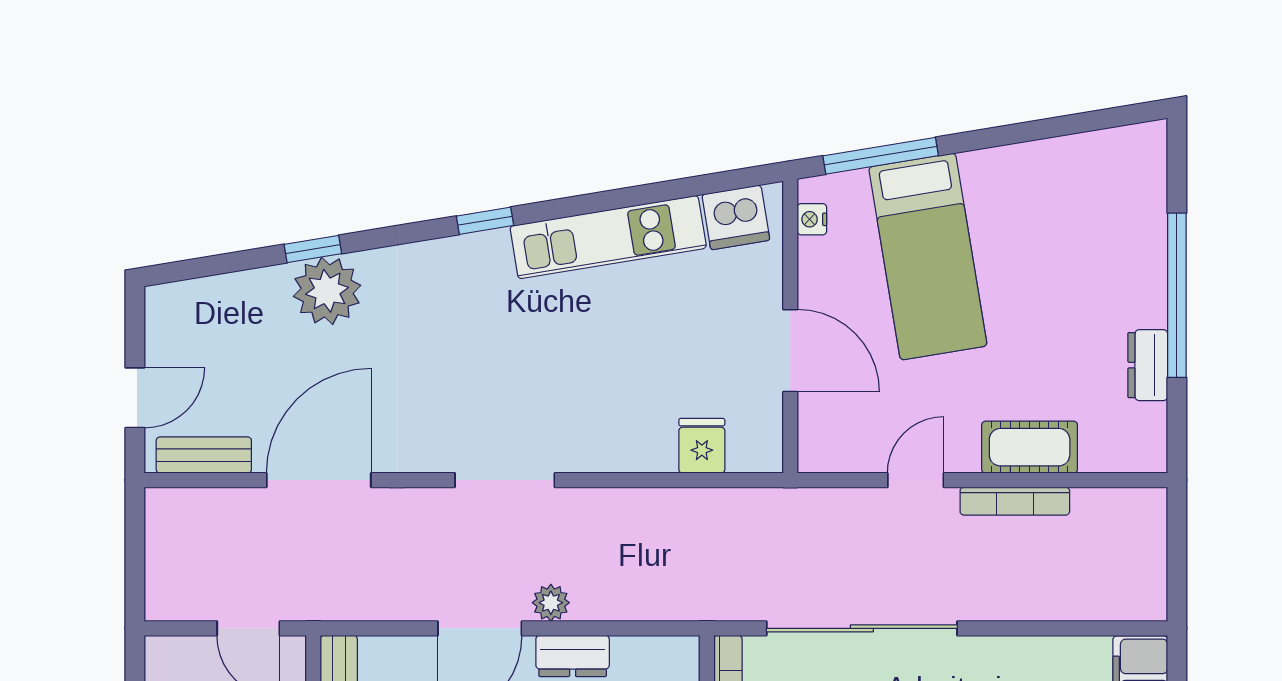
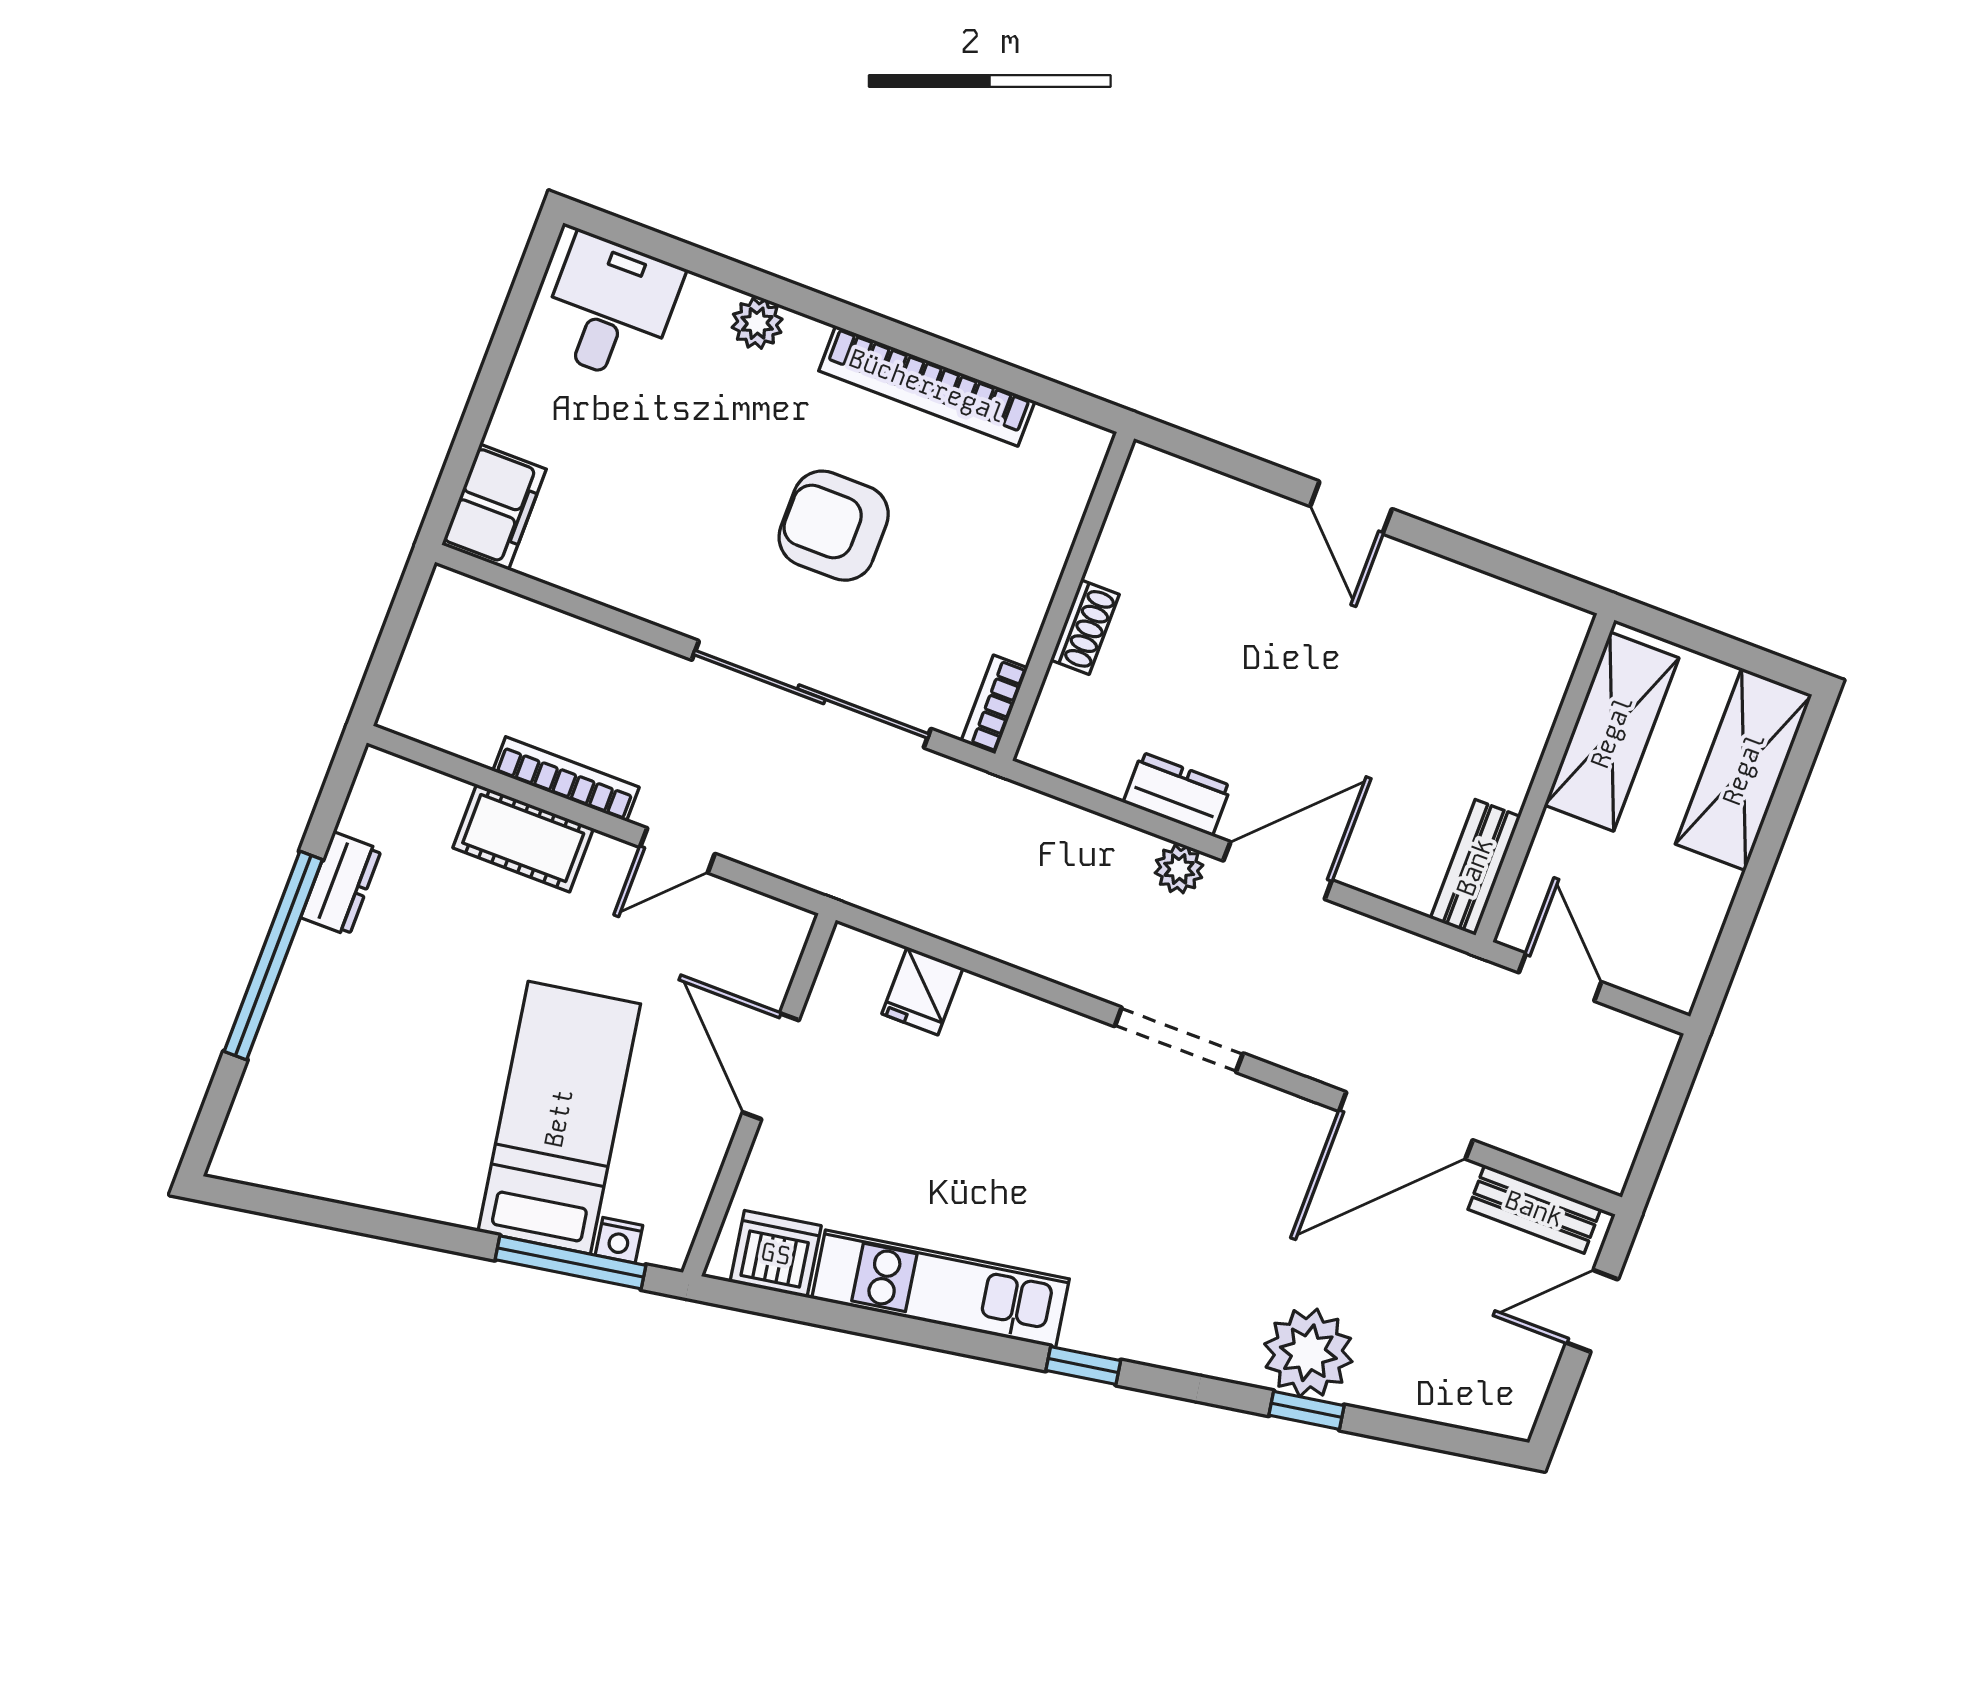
nightstand: (812, 219) -> (619, 1240), moved, turned 81

